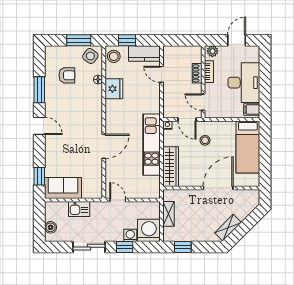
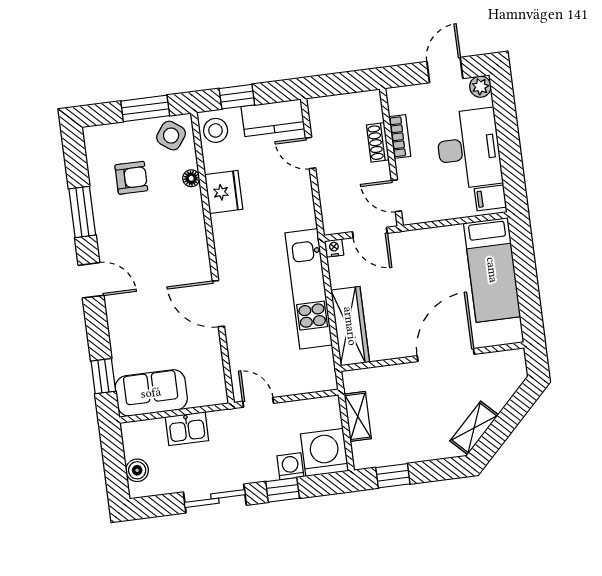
plant: (212, 51) -> (480, 87), moved
stool: (205, 140) -> (409, 268), removed
door: (104, 146) -> (218, 304), swing flipped

